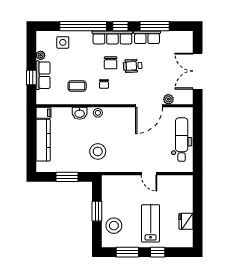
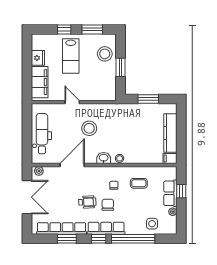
window: (155, 26) -> (67, 239), width x0.69
row of seats: (147, 37) -> (61, 228), width x2.02
plant: (168, 99) -> (39, 171), moved
washbasin: (80, 113) -> (104, 158), moved
dental chair: (182, 140) -> (42, 134), turned 180
stool: (98, 151) -> (89, 128), moved
filing cabinet: (184, 195) -> (40, 82), added

